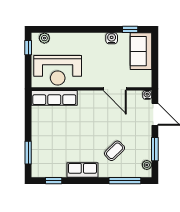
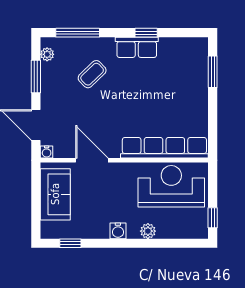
plant: (44, 38) -> (148, 231), moved
water cooler: (112, 38) -> (118, 231), moved
sofa: (141, 51) -> (55, 194), moved
row of seats: (54, 98) -> (164, 148), width x1.36
window: (54, 181) -> (146, 33), moved

